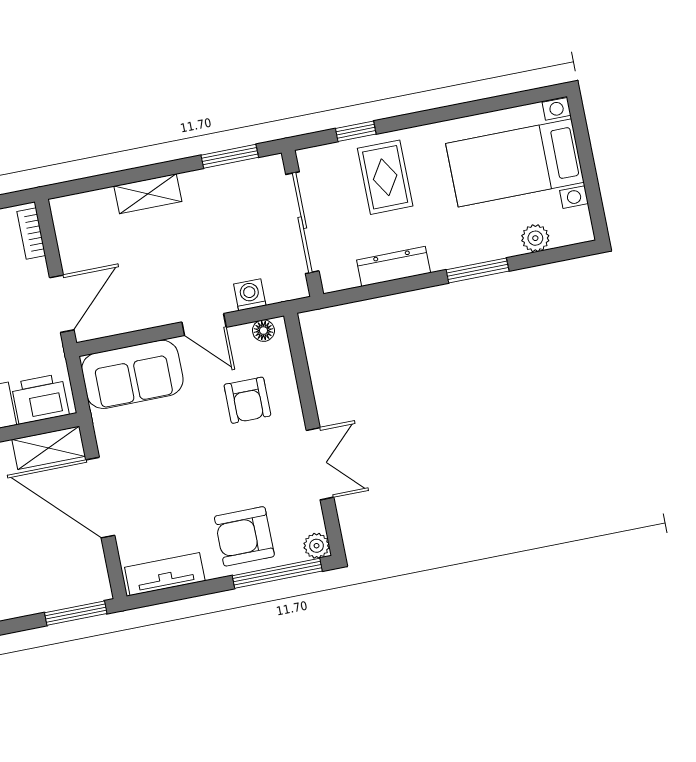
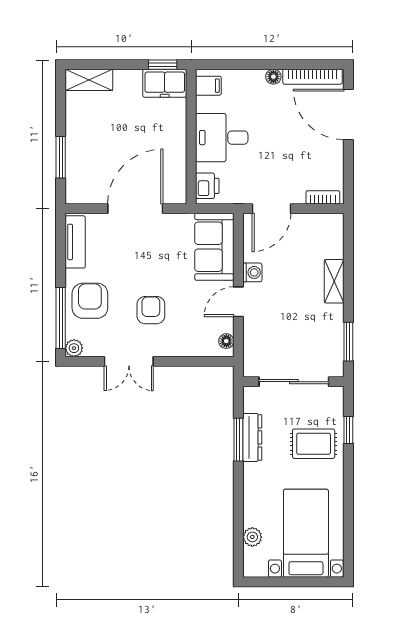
window: (478, 270) -> (238, 440), moved
washing machine: (250, 295) -> (252, 272), moved
door: (62, 304) -> (271, 209), hinge flipped
printer: (40, 399) -> (207, 186), width x0.73, depth x0.81
armchair: (247, 400) -> (151, 310), moved, turned 90
shelving: (49, 448) -> (176, 180), removed
window: (76, 613) -> (61, 157), moved

